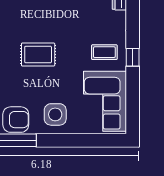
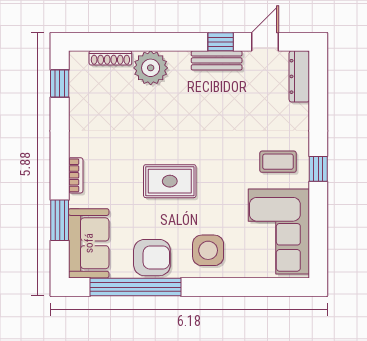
rug: (38, 54) -> (170, 181), moved

